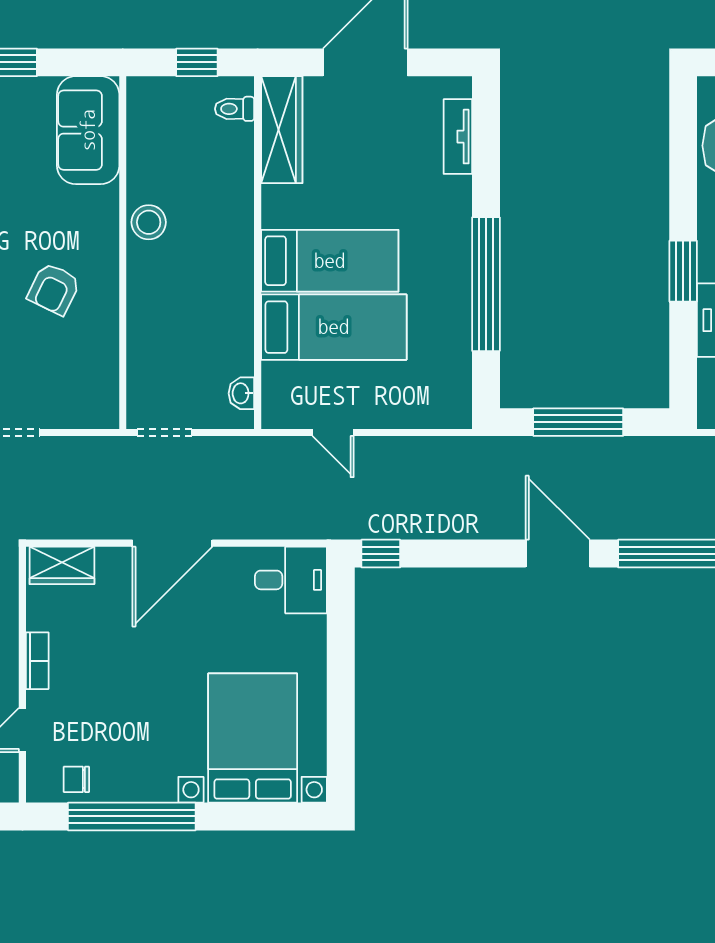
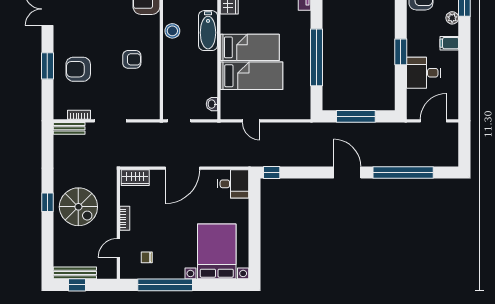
bathtub: (232, 221) -> (208, 31), added
armchair: (54, 289) -> (132, 59), turned -116
chair: (76, 779) -> (147, 257), moved

